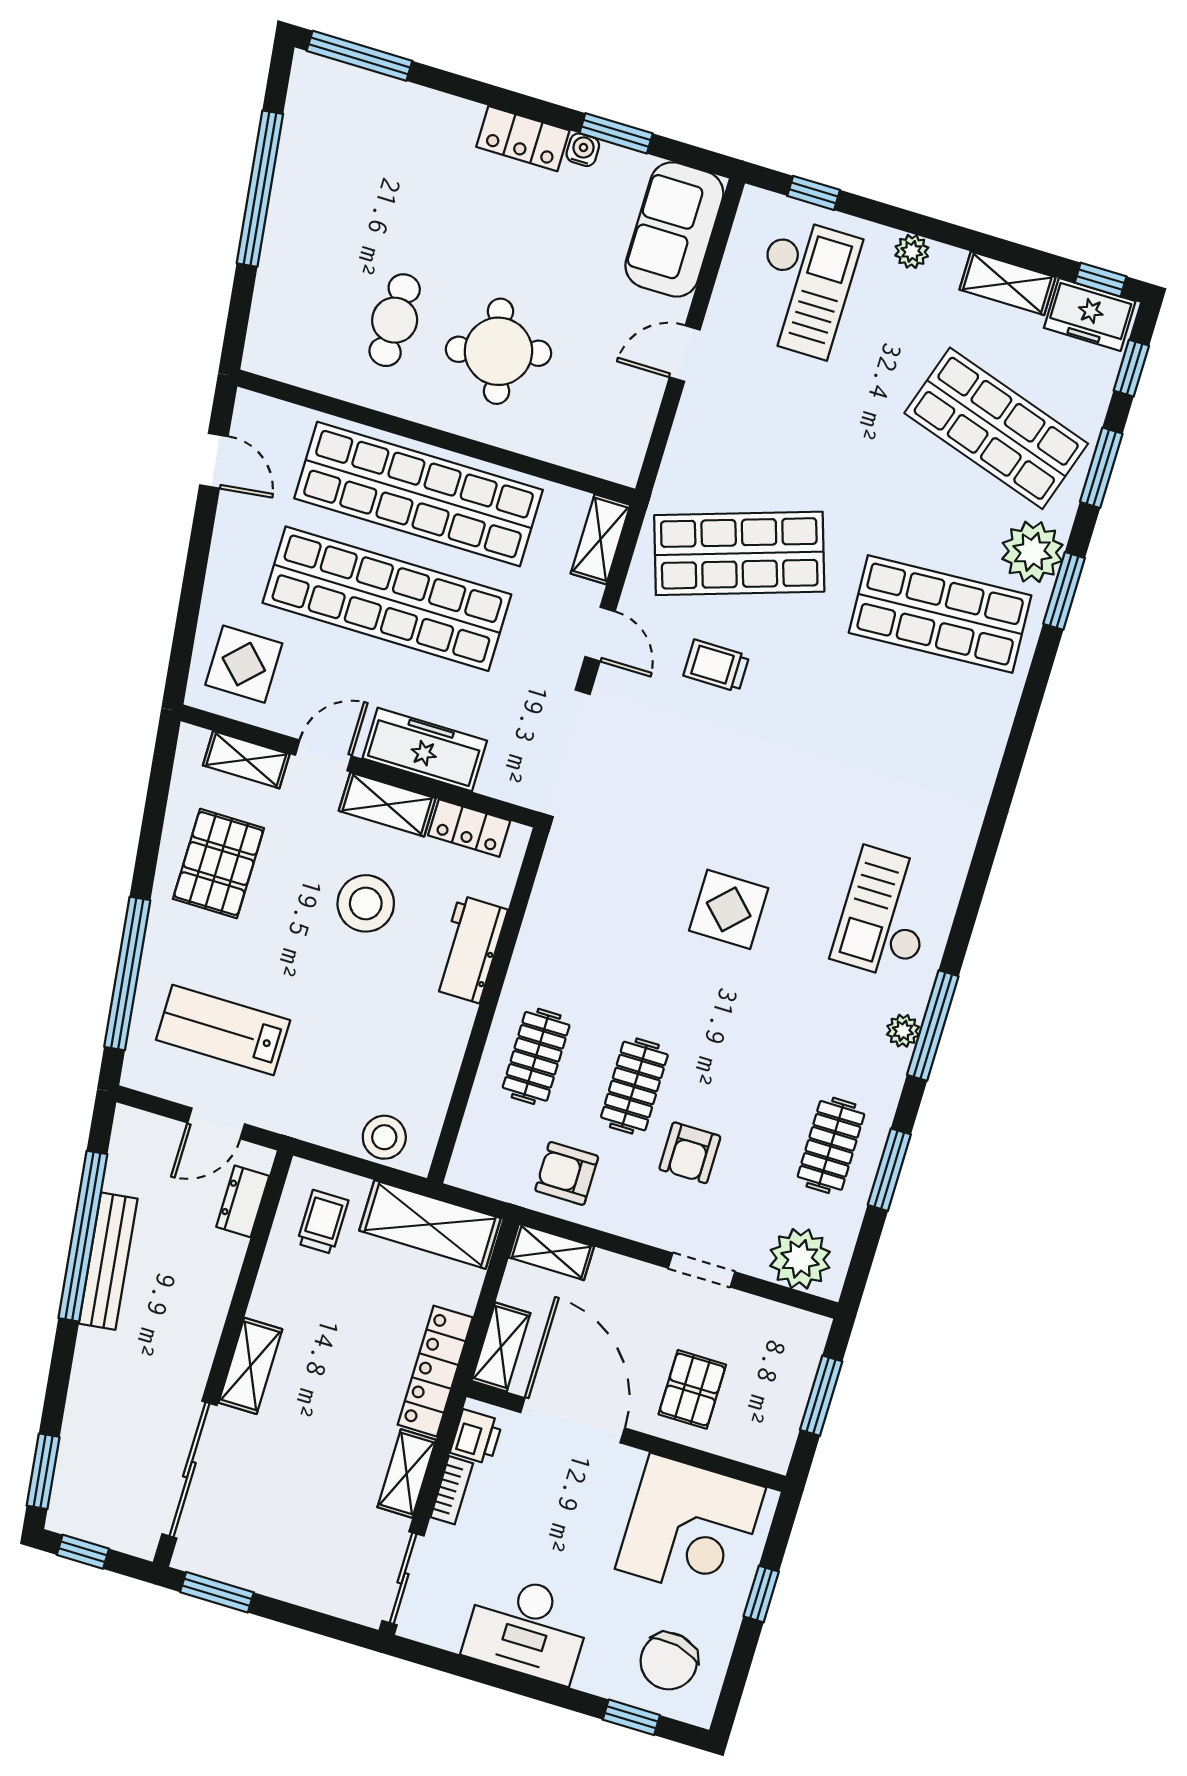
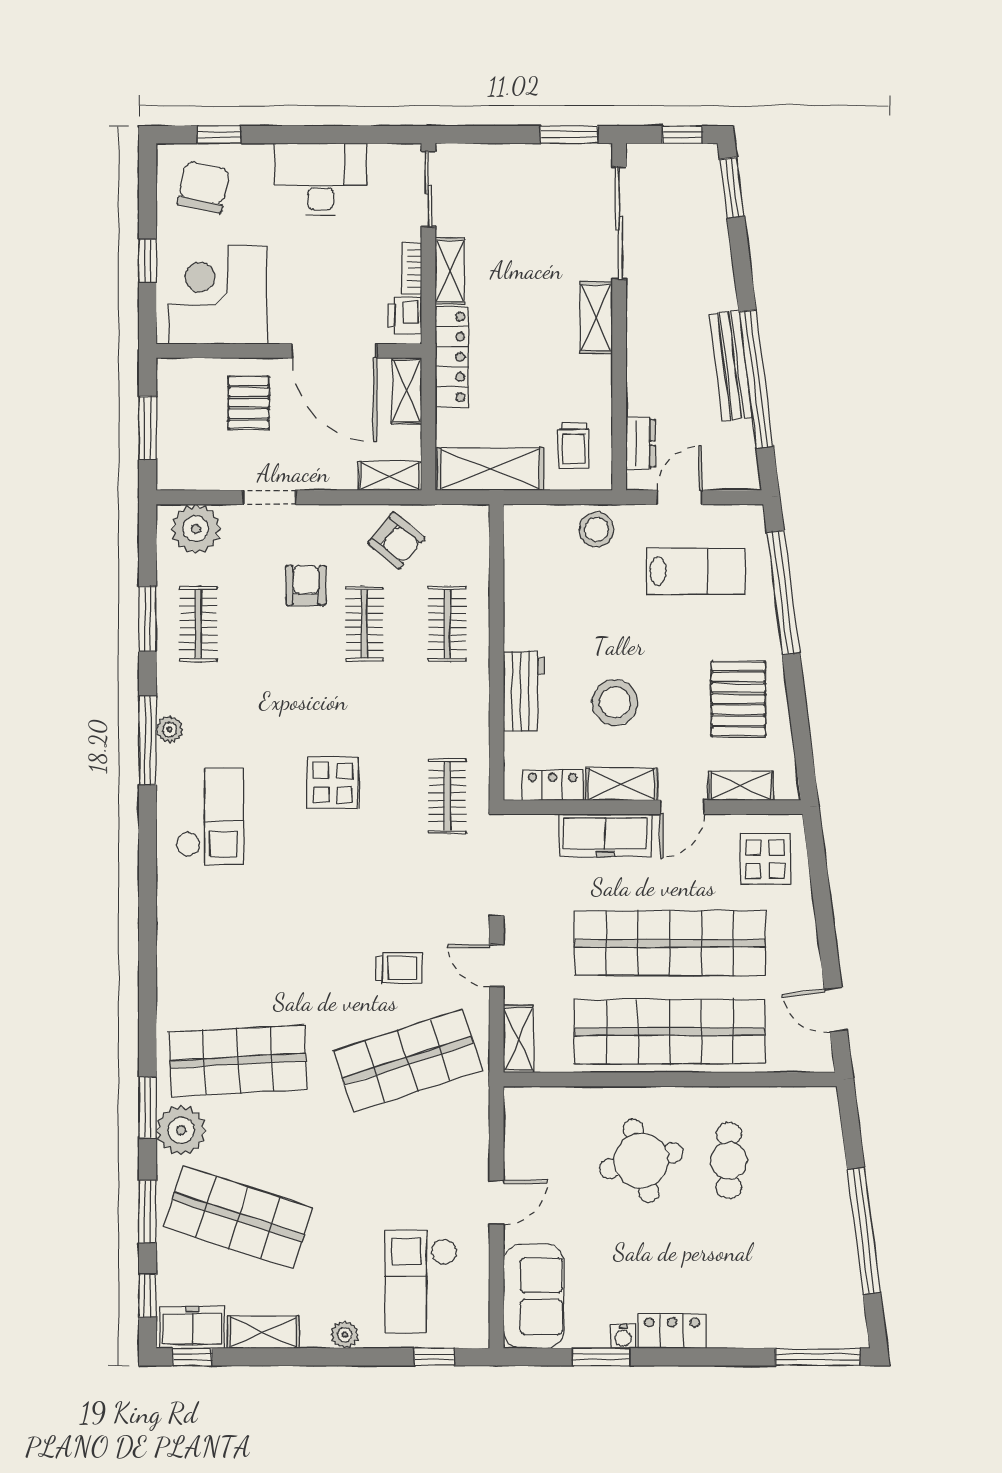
clothes rail: (598, 852) -> (447, 796), added
stool: (384, 1137) -> (597, 530), moved
armchair: (567, 1173) -> (396, 540), turned 39

